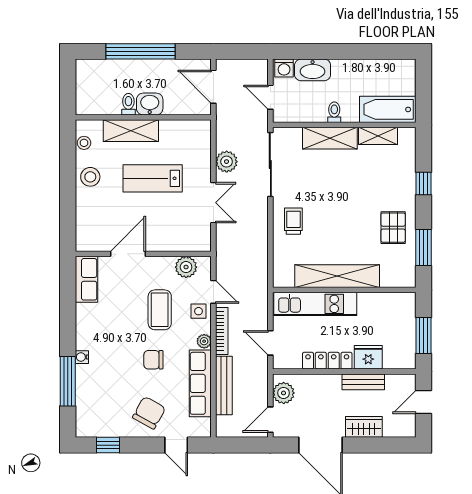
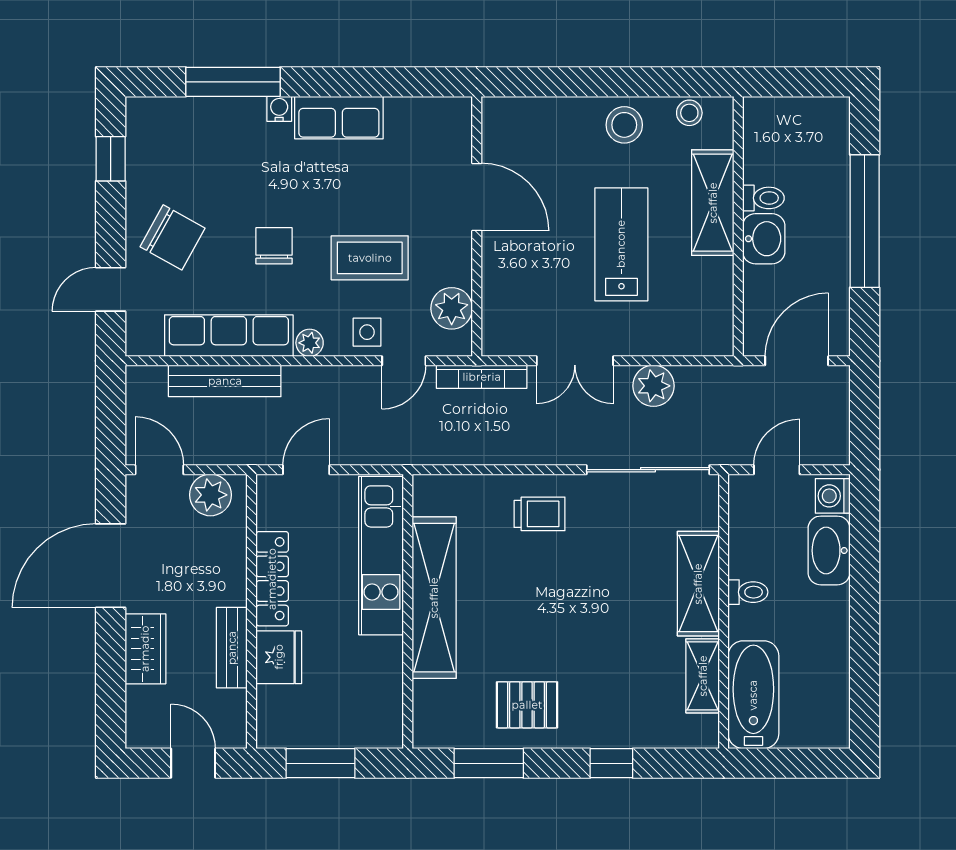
row of seats: (86, 279) -> (339, 118), moved
bookcase: (222, 331) -> (482, 377), moved

